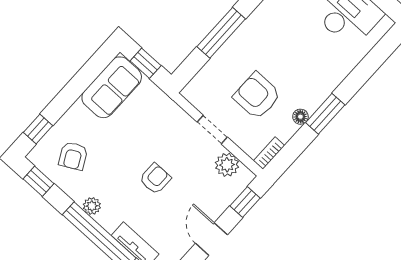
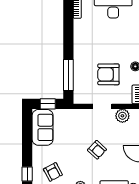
window: (221, 33) -> (68, 75), moved
armchair: (155, 179) -> (97, 150), turned 133

